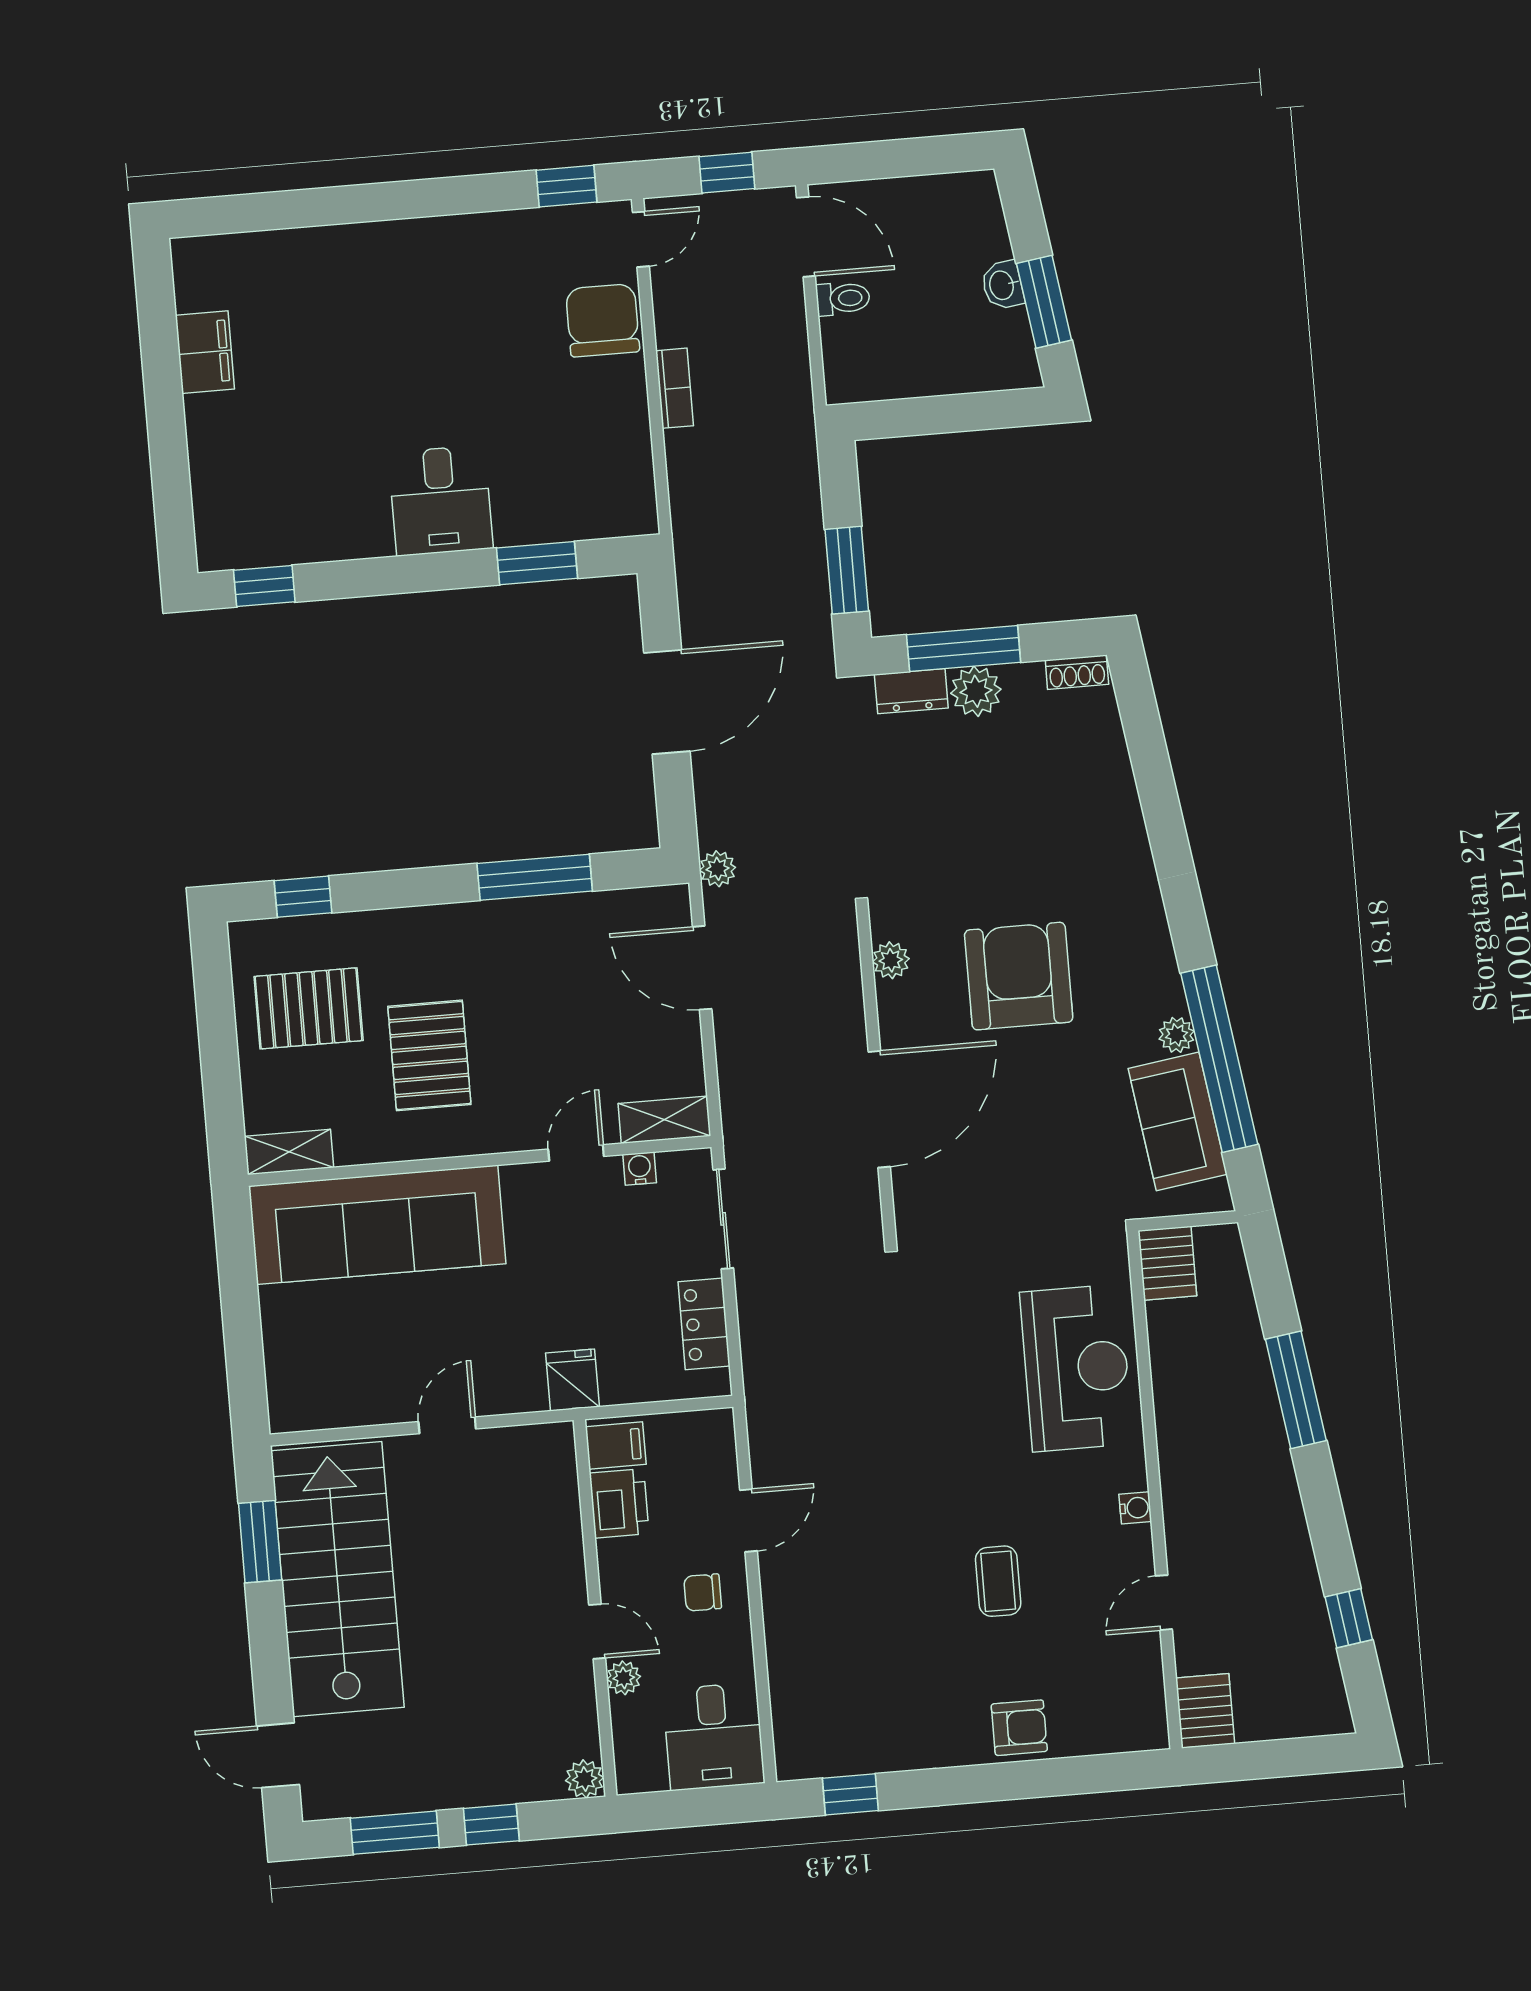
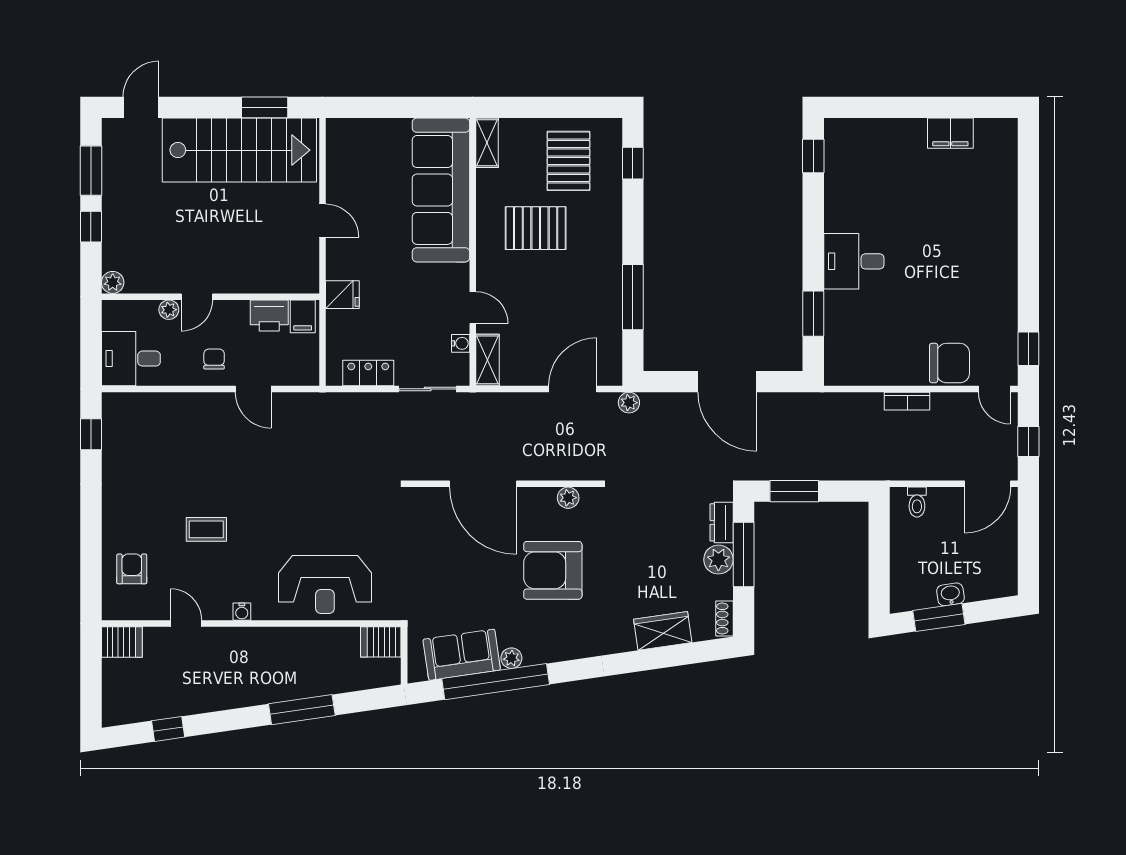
toilet: (843, 298) -> (917, 502), moved
wardrobe: (1107, 777) -> (663, 631), added
armchair: (1019, 976) -> (553, 570), turned 180
armchair: (1019, 1728) -> (132, 569), moved, turned 180

